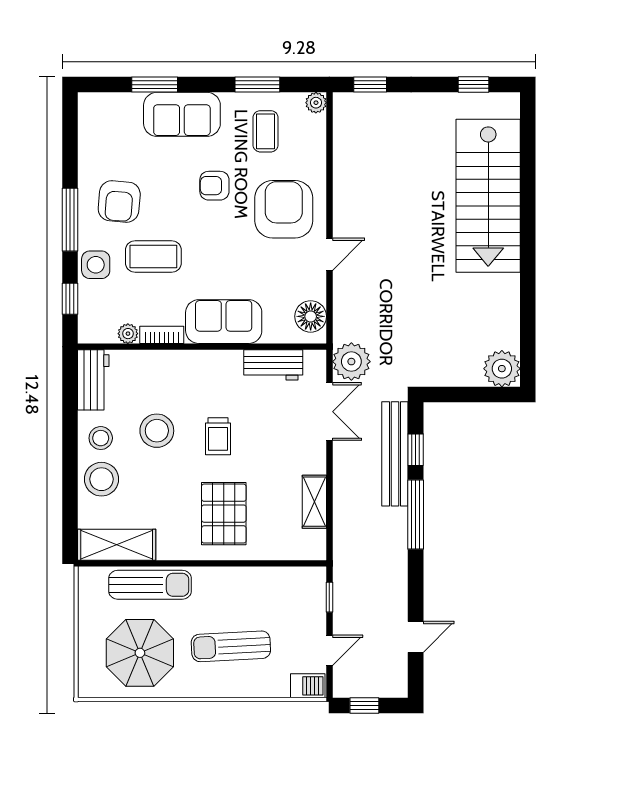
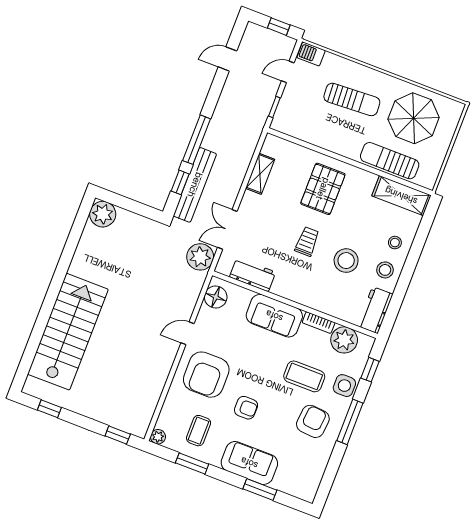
plant: (128, 334) -> (344, 340), width x1.88, depth x1.88
stool: (101, 479) -> (395, 243), width x0.53, depth x0.53

